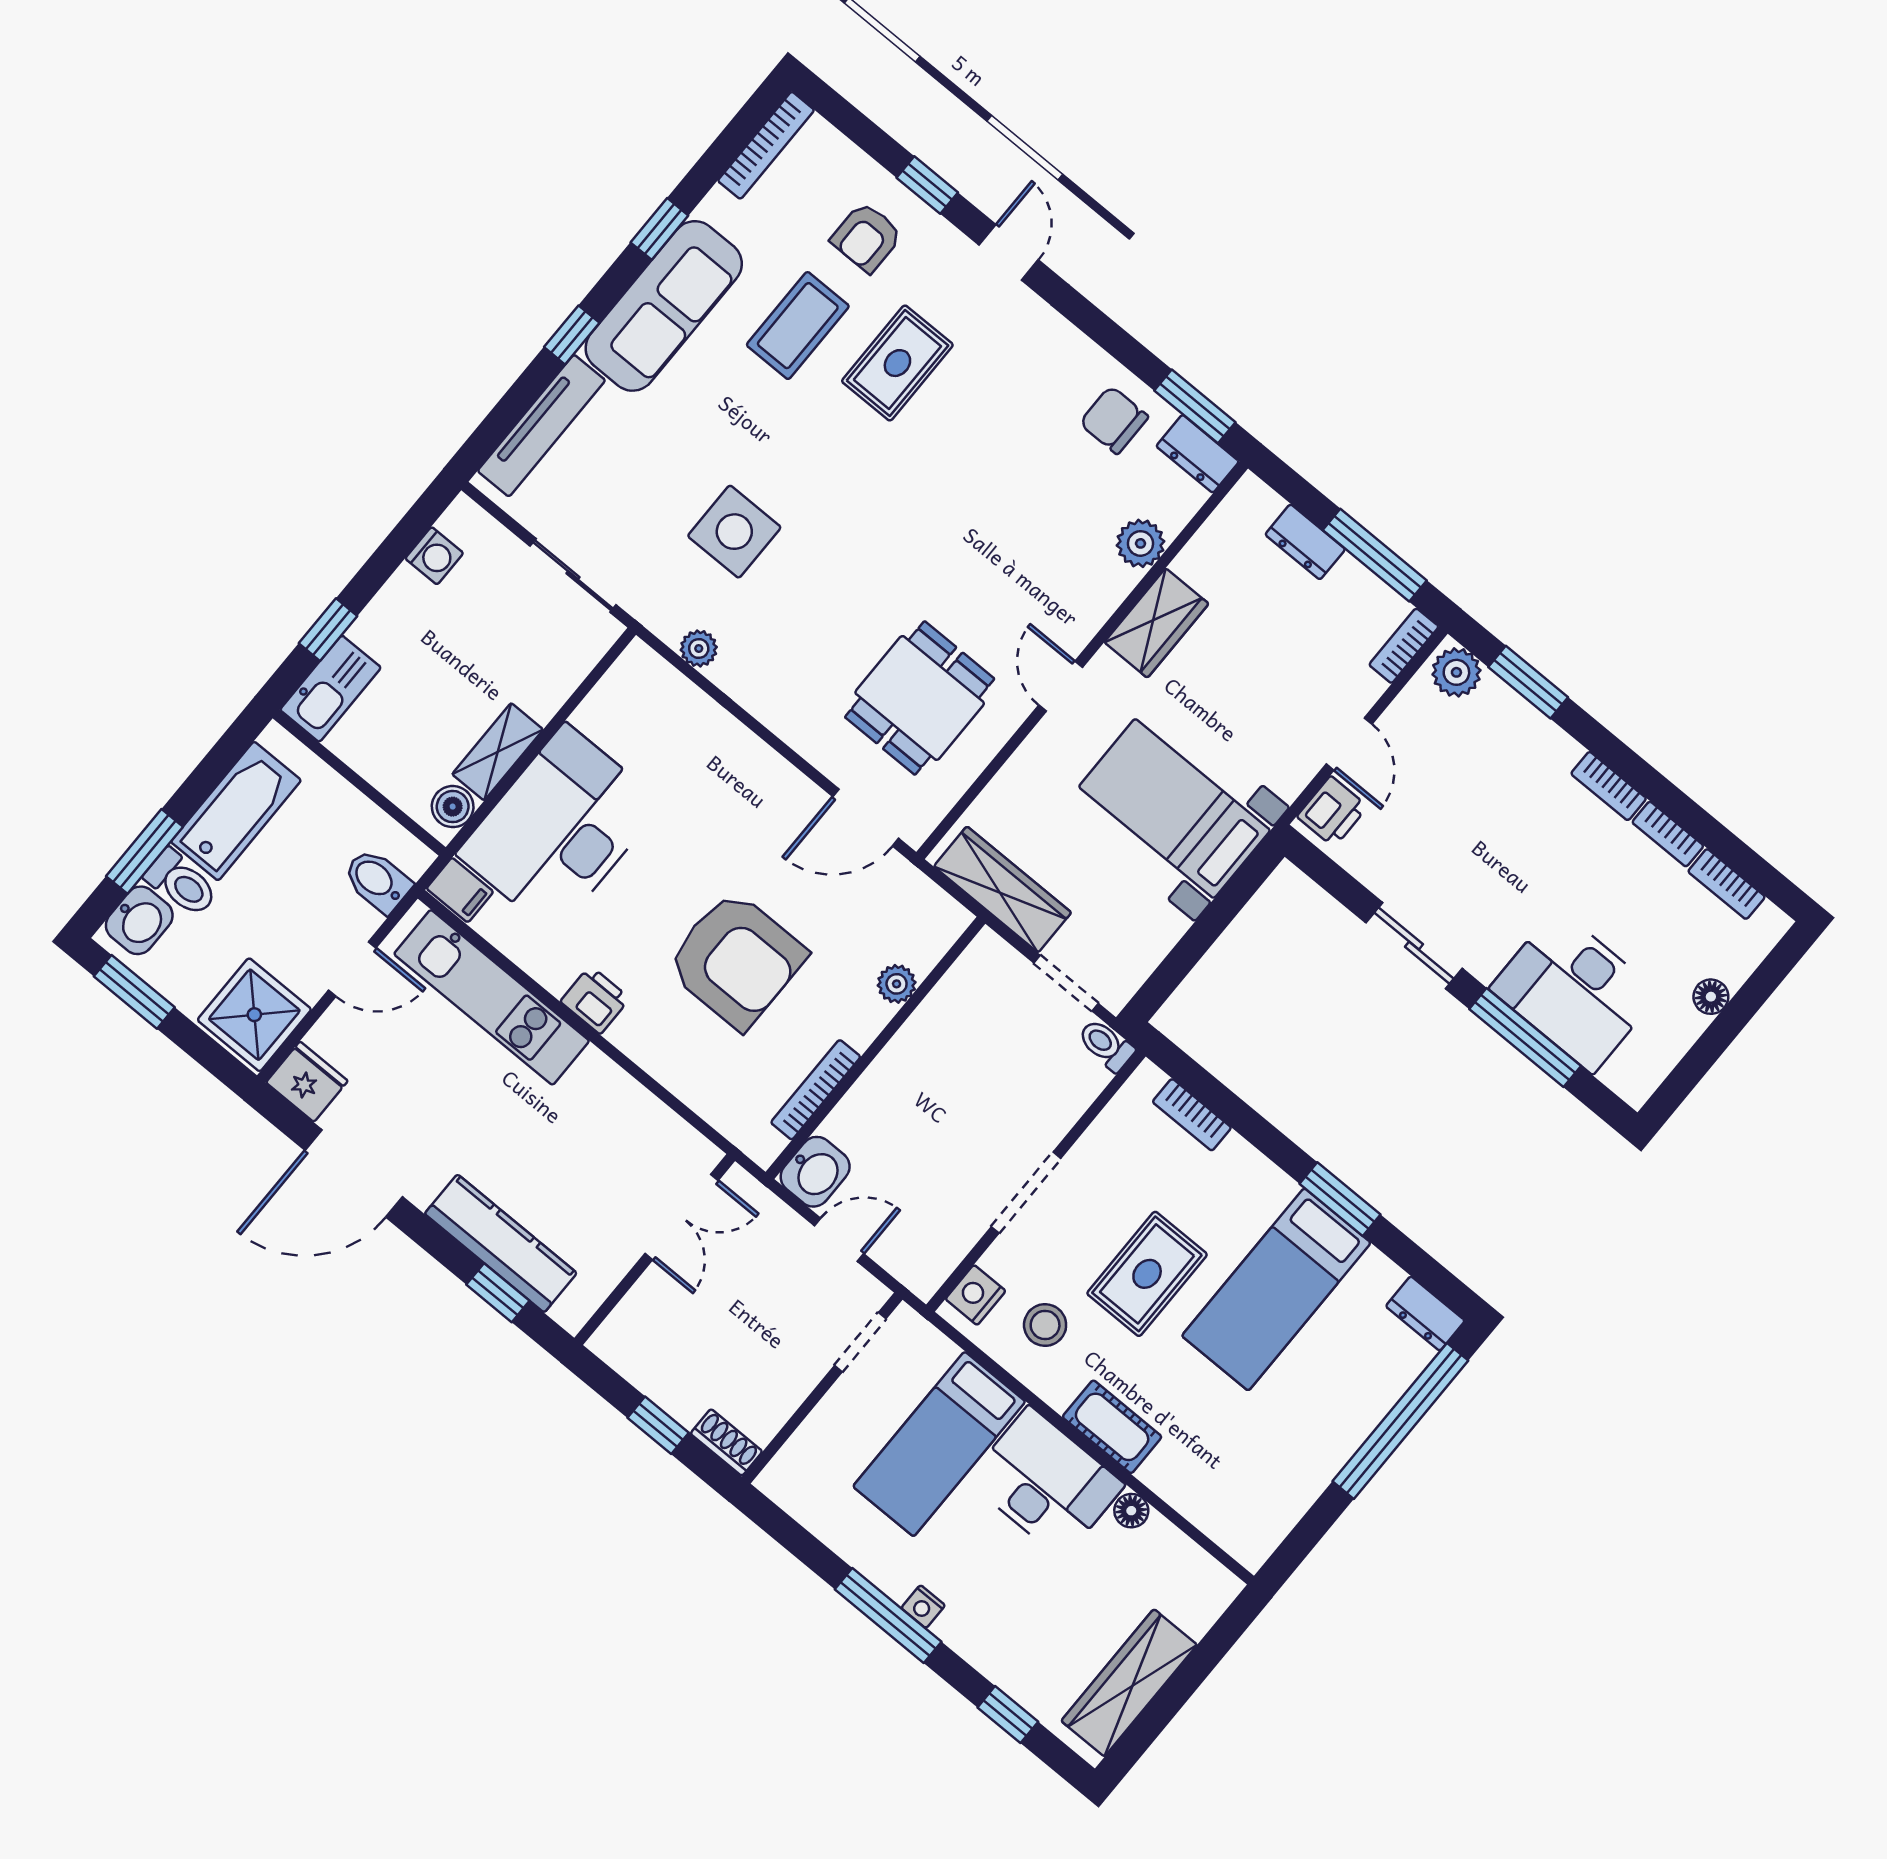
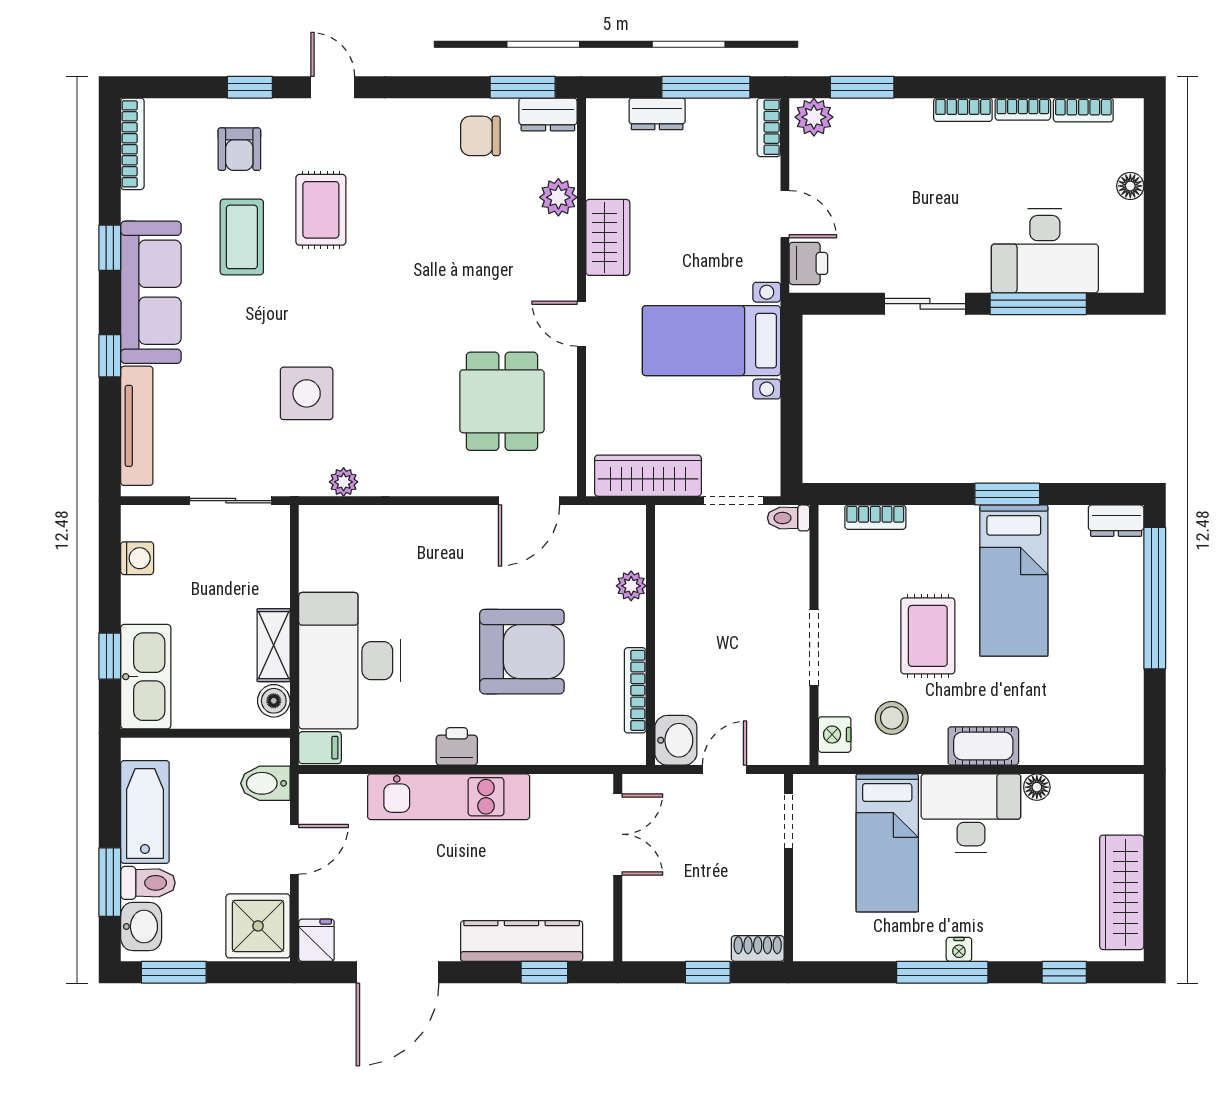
kitchen sink: (331, 689) -> (146, 677), width x1.36, depth x1.24
kitchen unit: (492, 997) -> (449, 797), moved
fridge: (307, 1082) -> (316, 940), width x0.72

